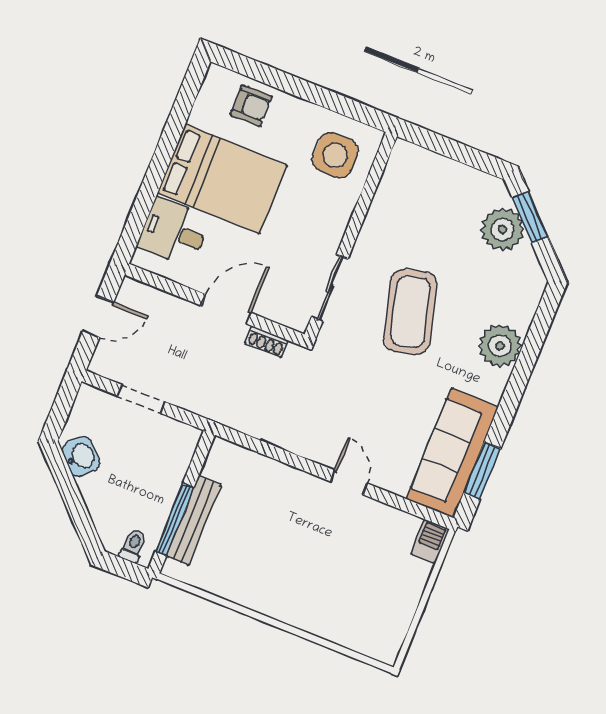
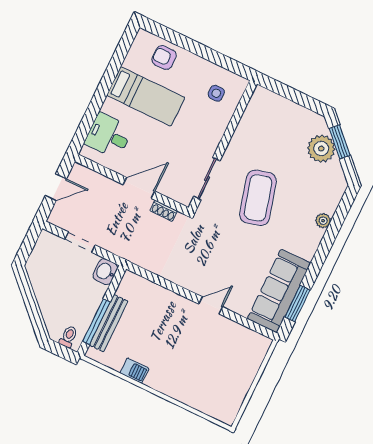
armchair: (251, 106) -> (164, 57), turned 180
side table: (335, 155) -> (216, 93), width x0.54, depth x0.54
bed: (222, 179) -> (146, 96), width x0.67
plant: (500, 346) -> (323, 221), width x0.53, depth x0.53
washbasin: (81, 457) -> (105, 272), moved, turned -135
door: (349, 482) -> (211, 305), hinge flipped
barbecue: (430, 541) -> (134, 371), moved, turned 90

